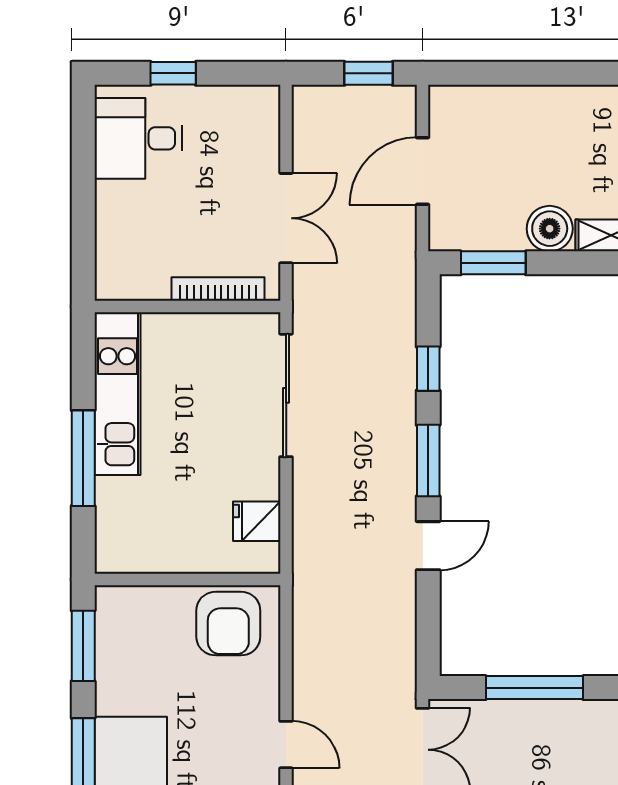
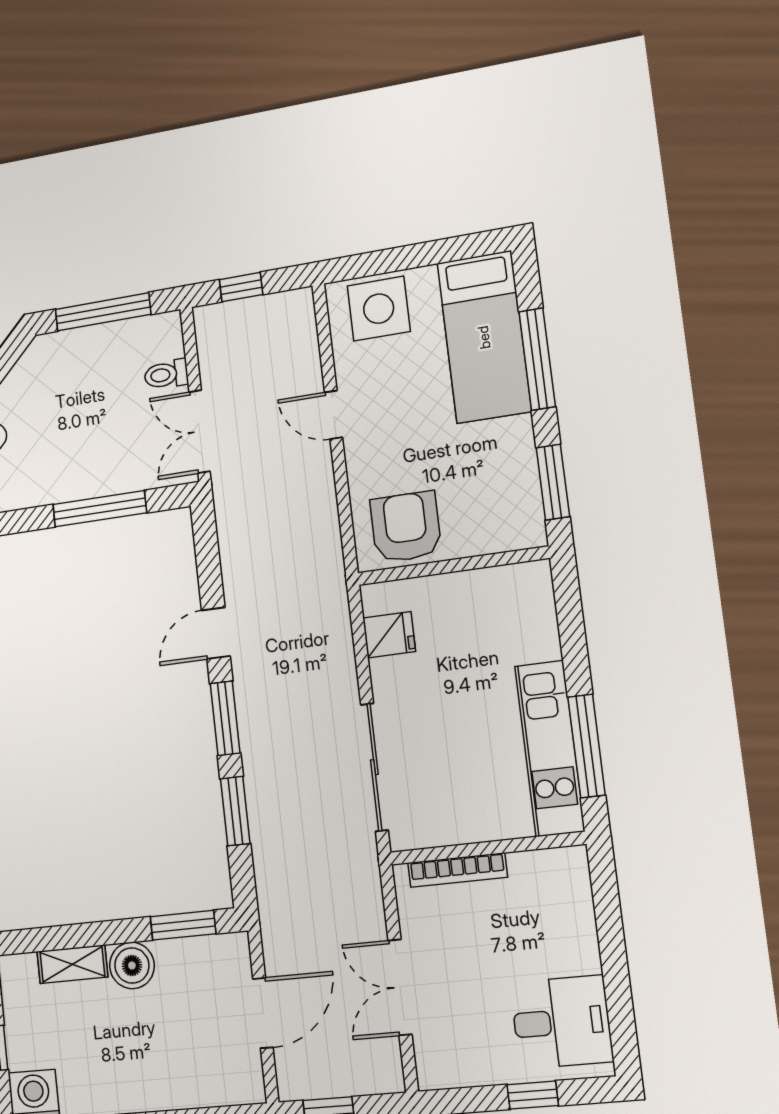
double door: (286, 218) -> (400, 987), moved
window: (428, 369) -> (235, 811), width x1.50
window: (83, 458) -> (587, 746), moved

